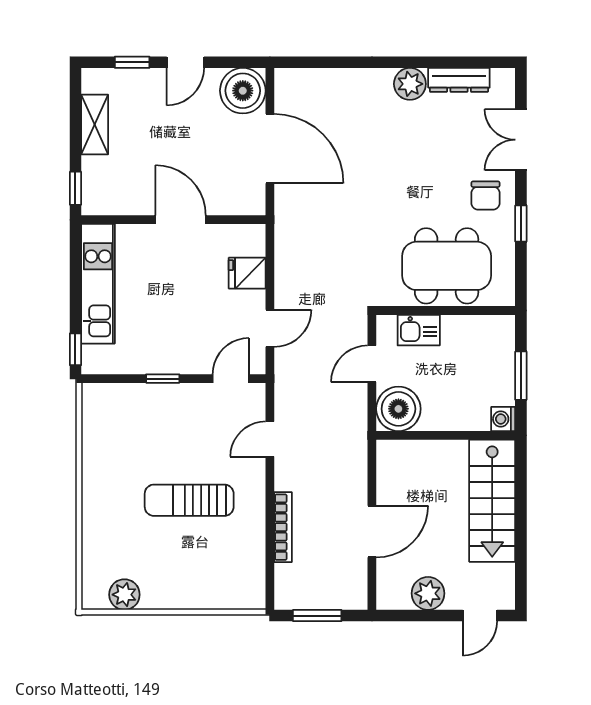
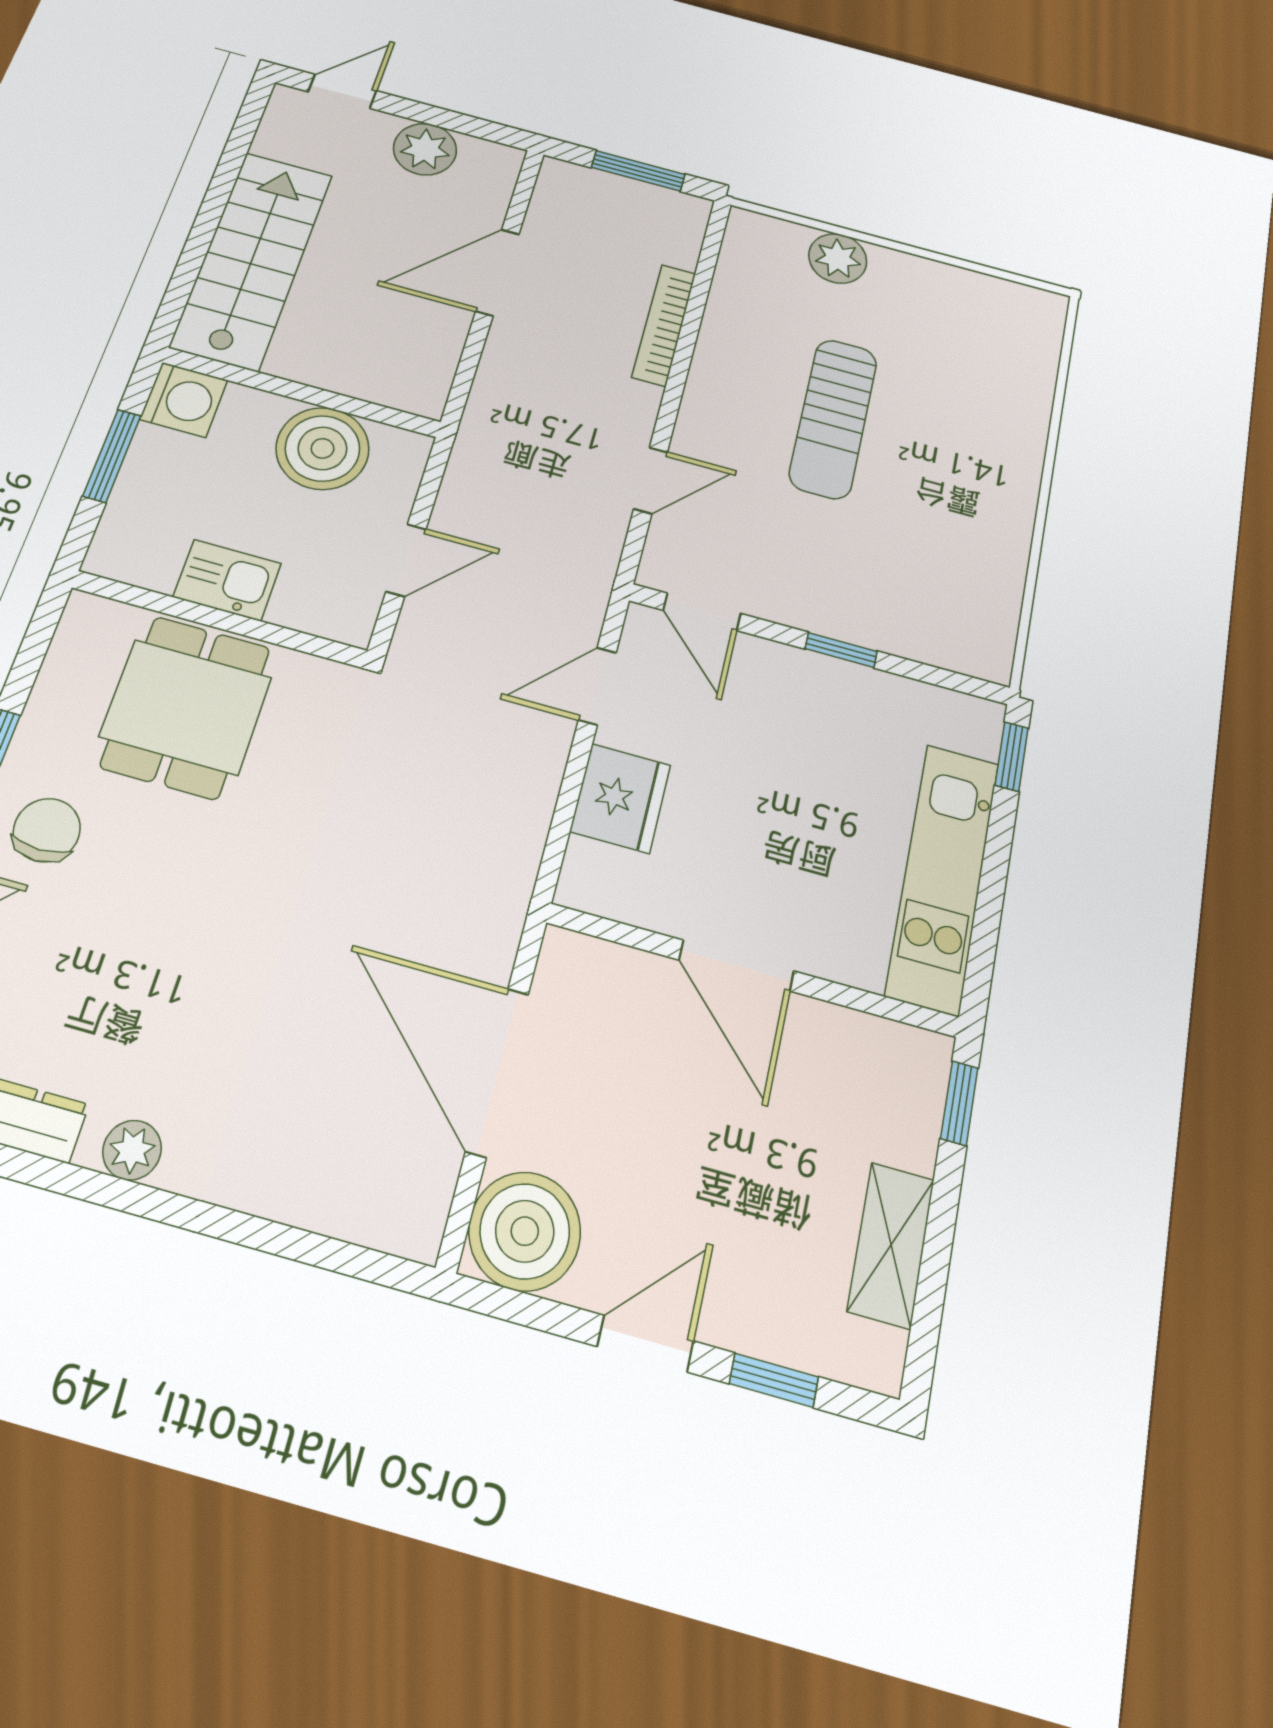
plant: (410, 84) -> (132, 1150), width x0.73, depth x0.73
dining table: (447, 266) -> (186, 707), width x0.73
fridge: (247, 273) -> (620, 798), width x1.38
kitchen sink: (419, 330) -> (227, 580), moved
door: (231, 379) -> (702, 612), hinge flipped
boiler: (398, 409) -> (323, 448), moved
washing machine: (503, 419) -> (184, 400), width x1.38, depth x1.38
sun lounger: (189, 500) -> (833, 418), turned 90
plant: (124, 595) -> (838, 258), moved

